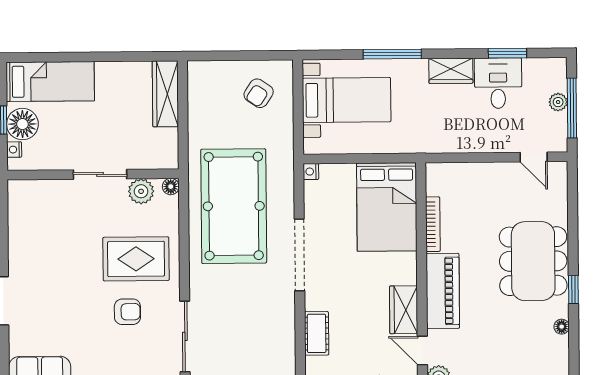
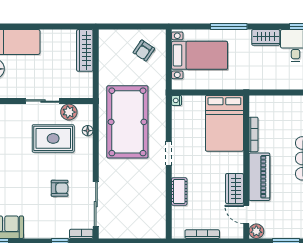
floor lamp: (171, 187) -> (88, 131), moved
doorway: (299, 255) -> (169, 153), width x0.53
rug: (136, 259) -> (53, 138), moved
cot: (317, 333) -> (179, 191), moved

